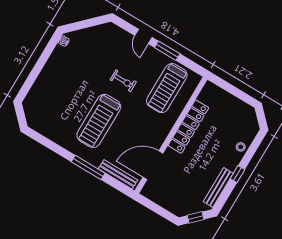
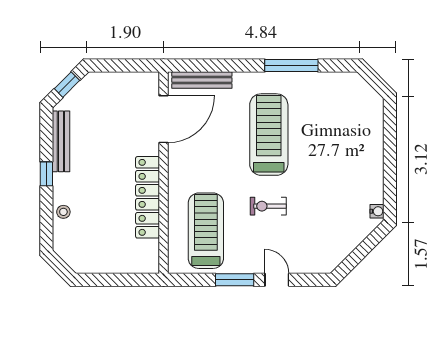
window: (88, 168) -> (291, 66), moved

